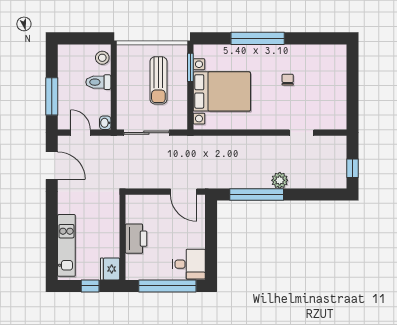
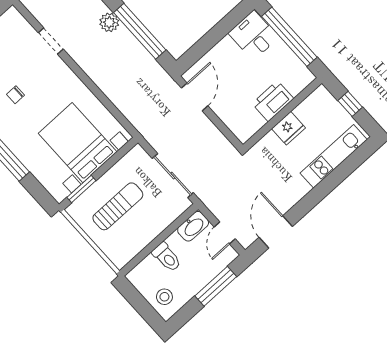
stool: (102, 58) -> (164, 297), moved
washbasin: (105, 123) -> (193, 226), width x1.91, depth x1.45
fridge: (110, 269) -> (288, 128), moved

